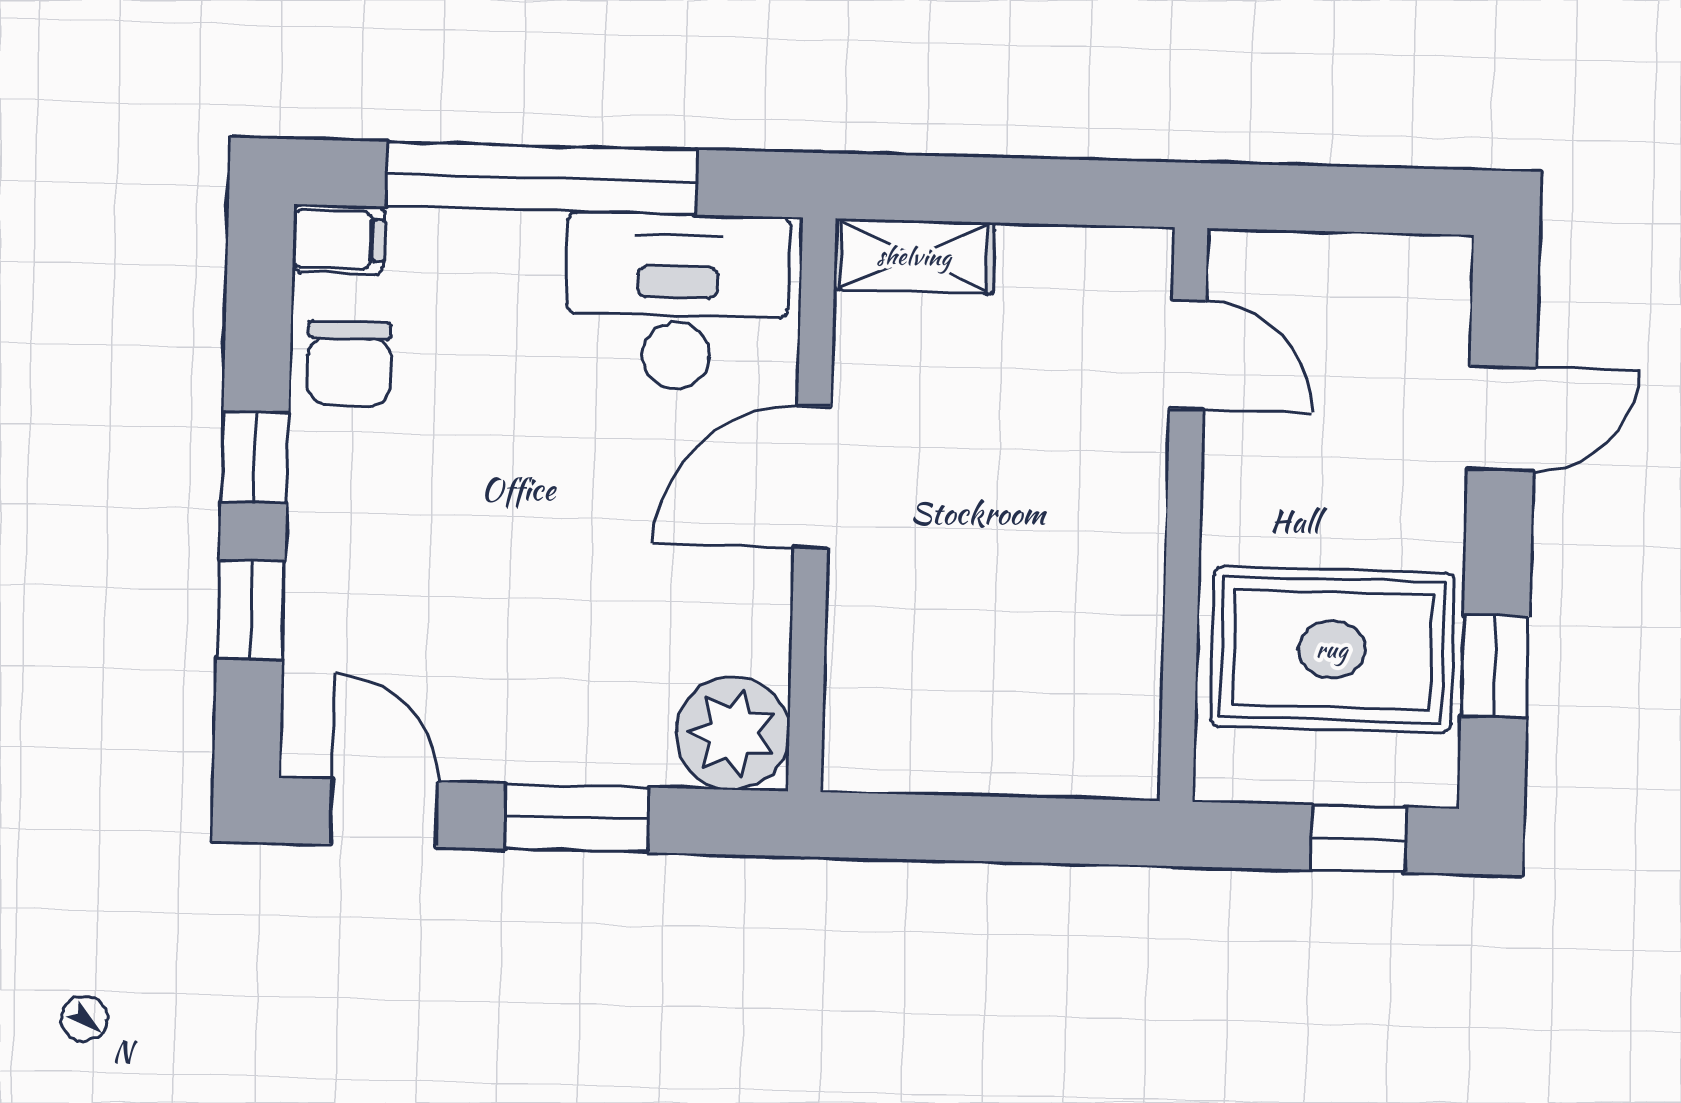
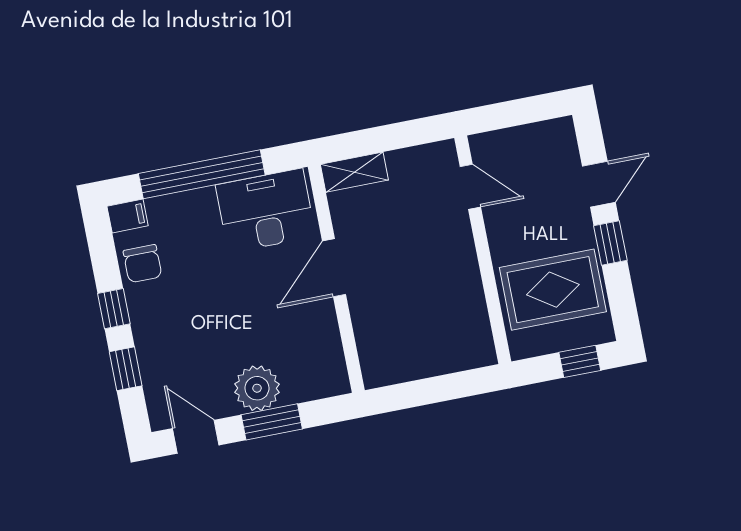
window: (1495, 666) -> (610, 243), moved
plant: (733, 733) -> (257, 388), moved

